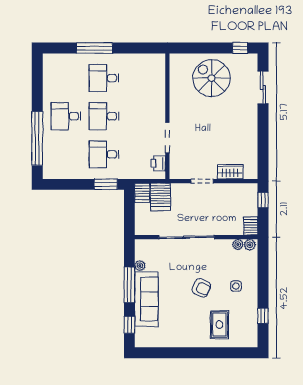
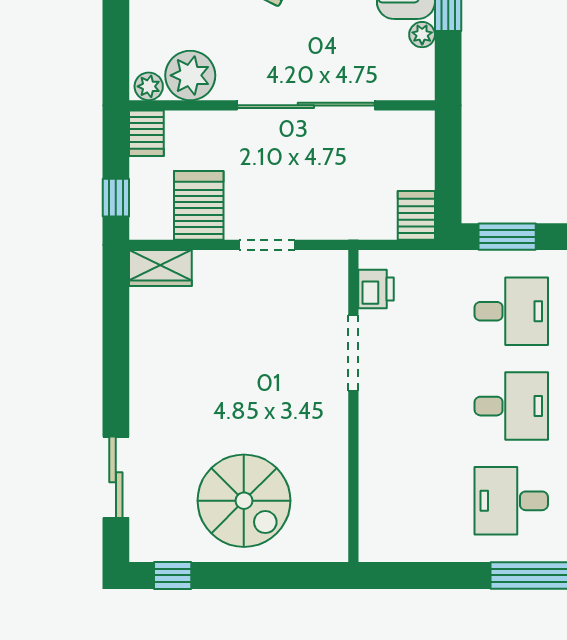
desk: (104, 78) -> (511, 501), turned 180
wardrobe: (230, 172) -> (160, 268), moved
server rack: (161, 197) -> (199, 205), moved
plant: (238, 244) -> (190, 75), width x1.88, depth x1.88

